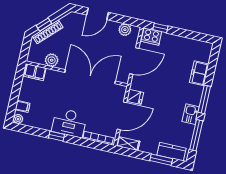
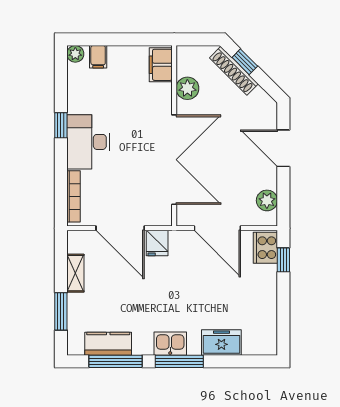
kitchen sink: (191, 114) -> (170, 344), moved
shelving: (128, 144) -> (75, 273), moved
kitchen counter: (171, 152) -> (108, 344), moved, turned -90

